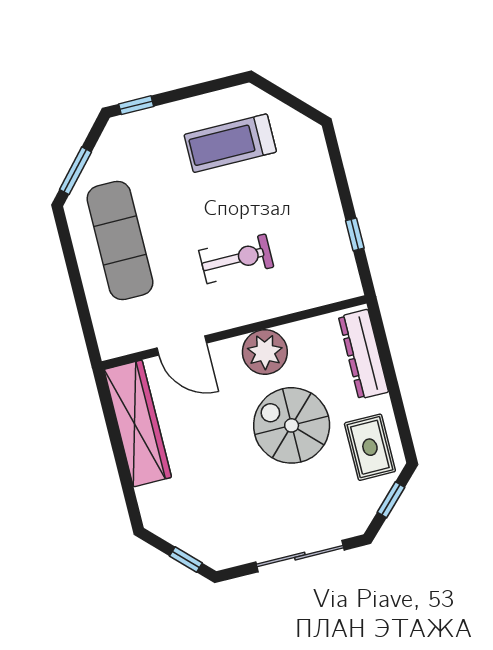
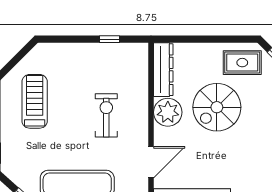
treadmill: (230, 143) -> (35, 101), turned 180
dresser: (363, 354) -> (163, 70), moved, turned -90

